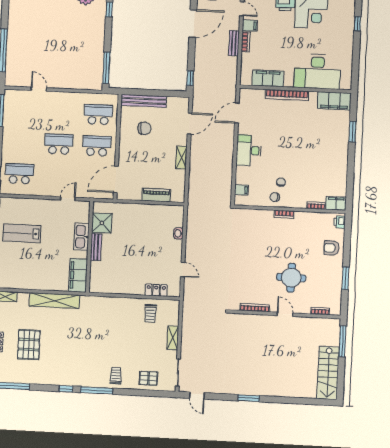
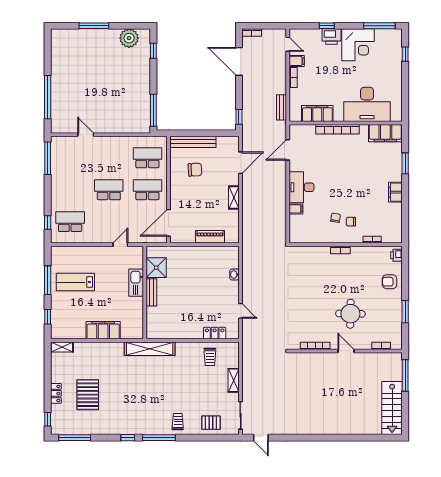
door: (193, 24) -> (239, 61), swing flipped
bench: (234, 43) -> (281, 107), moved
filing cabinet: (241, 190) -> (296, 209), moved
chair: (275, 197) -> (351, 222), moved
filing cabinet: (336, 203) -> (395, 192), moved, turned -90
filing cabinet: (78, 275) -> (103, 330), moved, turned 90
shelving: (54, 301) -> (150, 349), moved
window: (249, 398) -> (313, 438), removed

